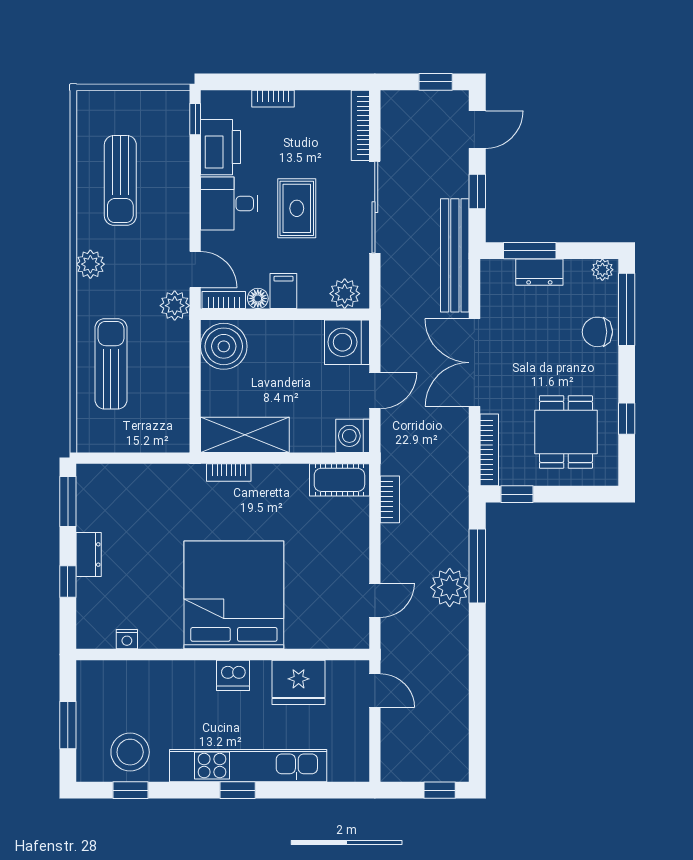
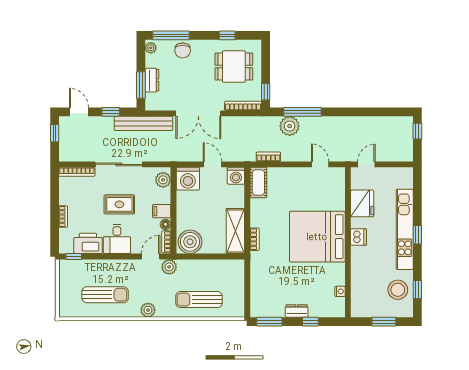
plant: (450, 587) -> (290, 126), moved

